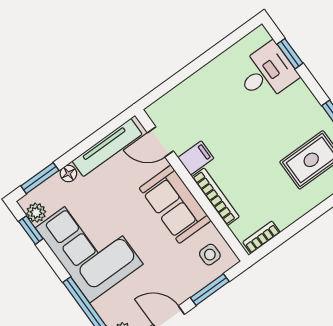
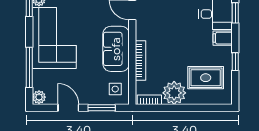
filing cabinet: (196, 158) -> (223, 38), moved, turned 180
plant: (286, 207) -> (174, 93), added

